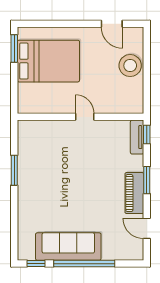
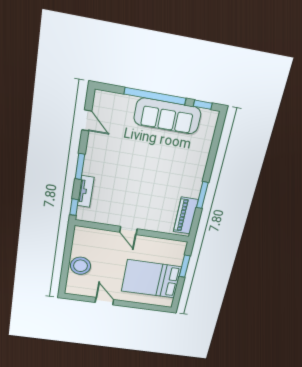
door: (112, 24) -> (104, 301), moved
window: (14, 48) -> (185, 266), moved
tv unit: (137, 137) -> (86, 191), moved
piano: (134, 193) -> (186, 216), moved, turned 180

